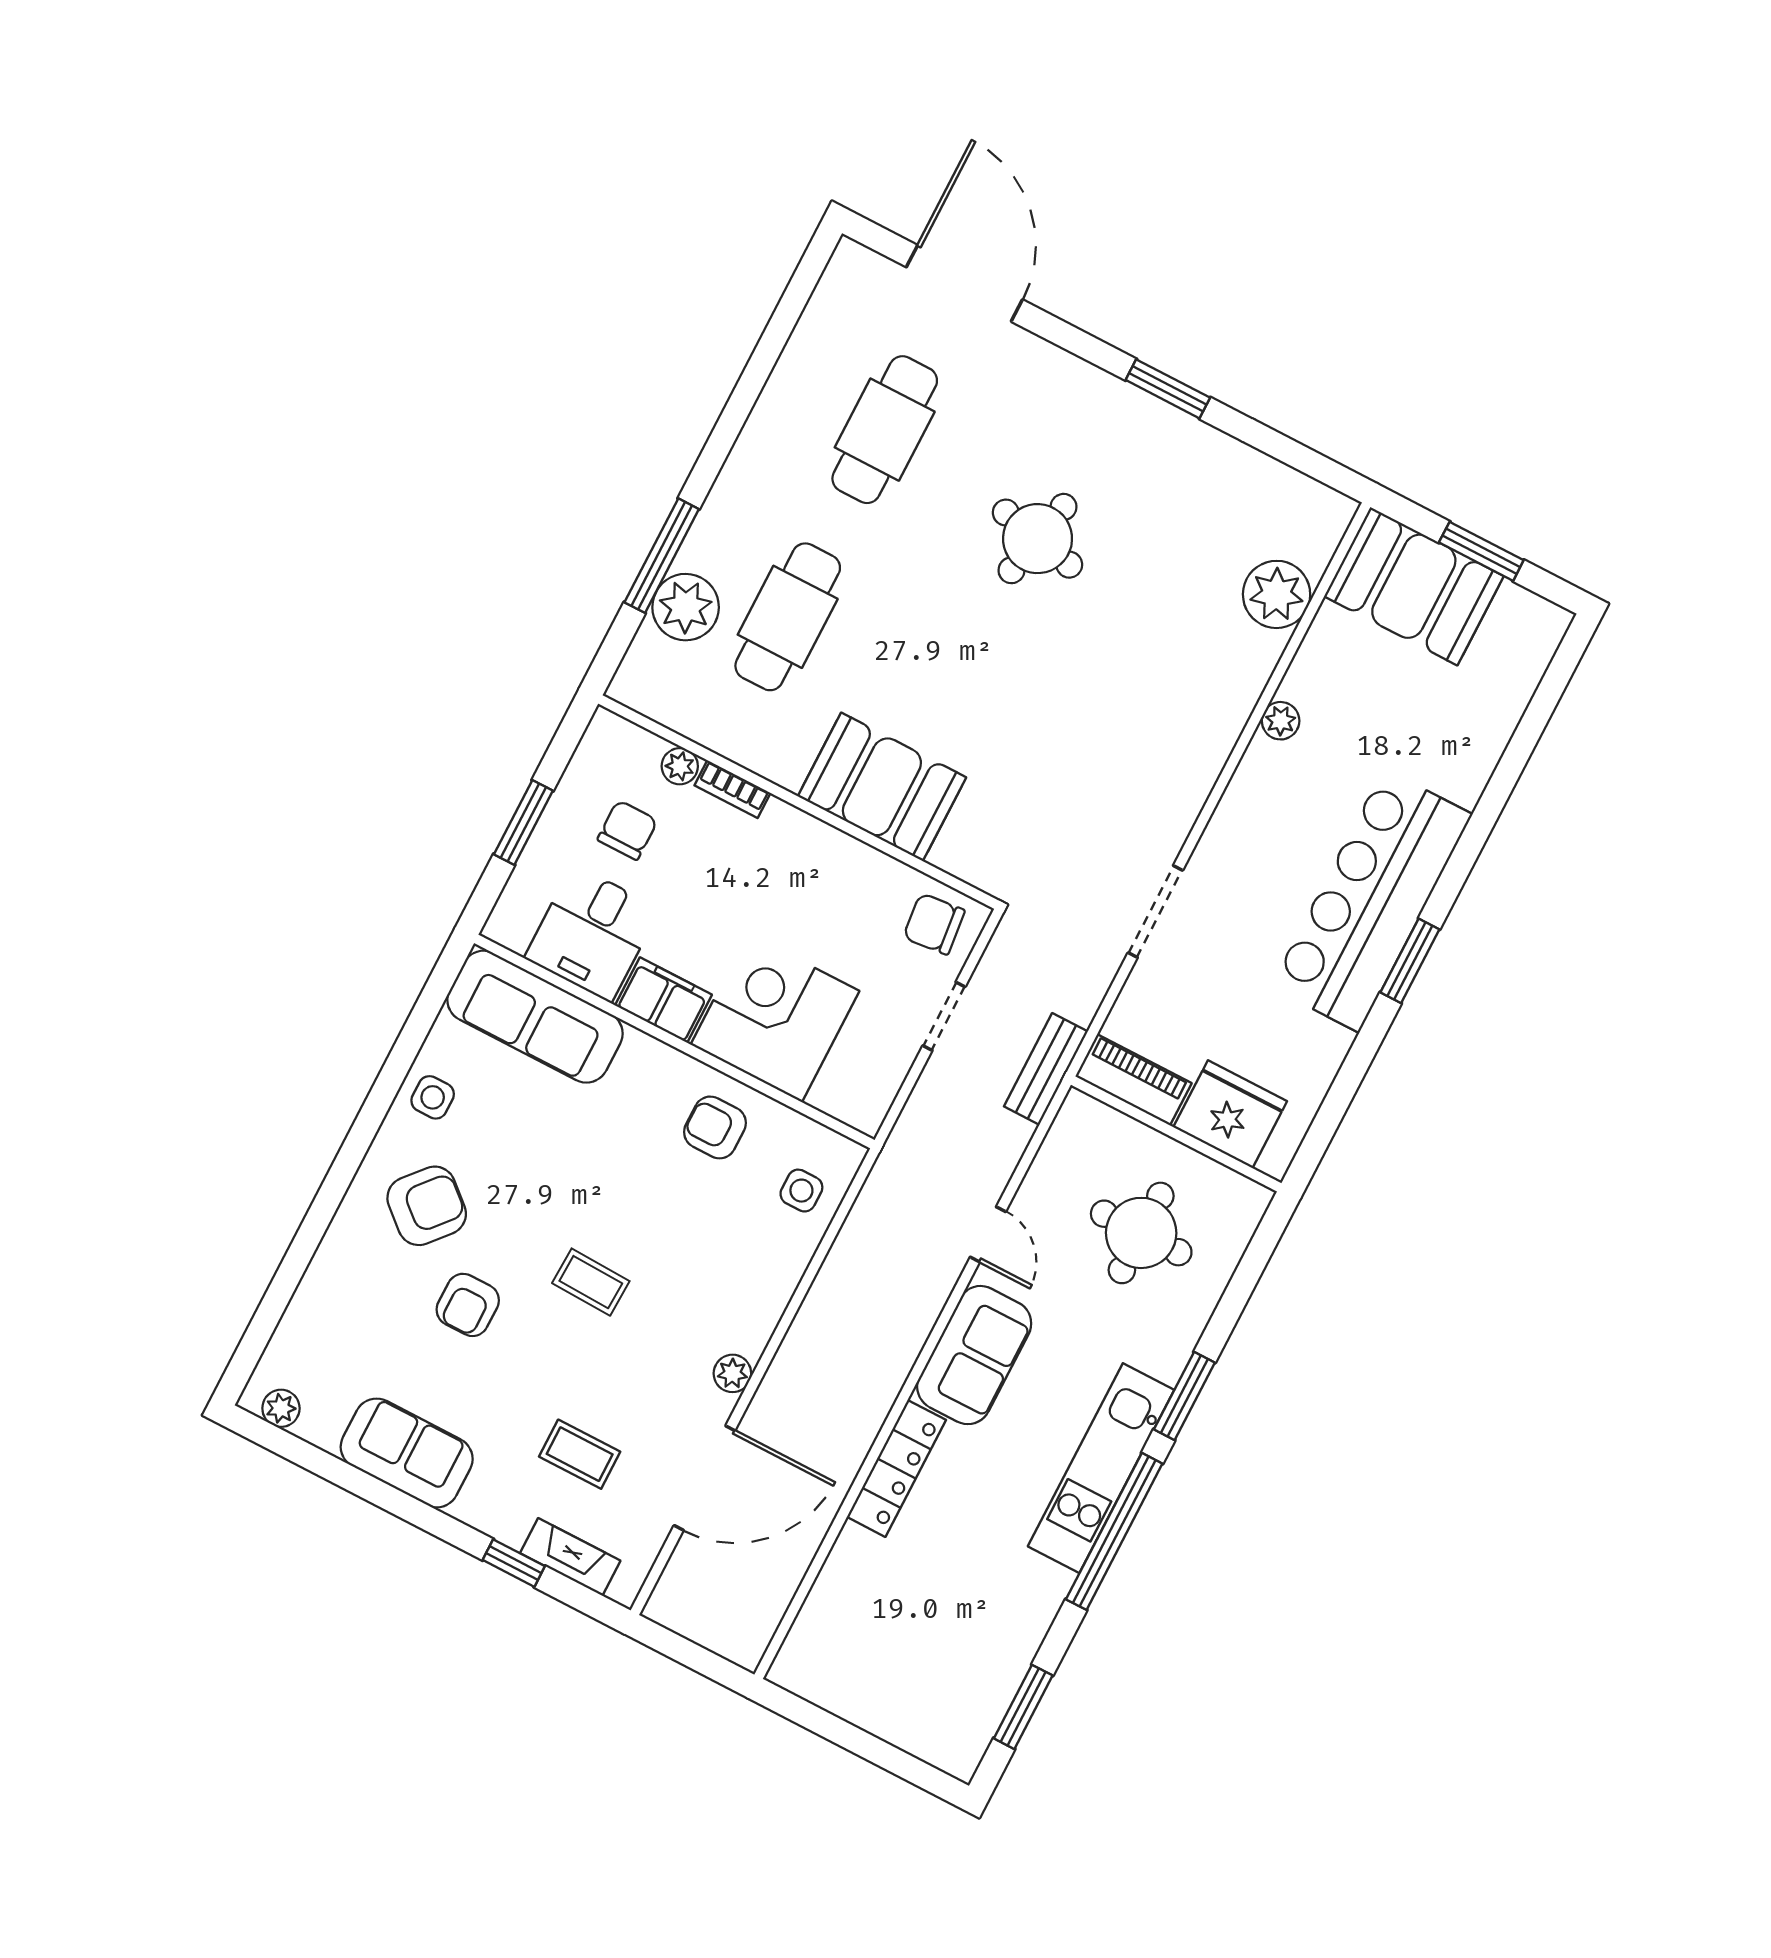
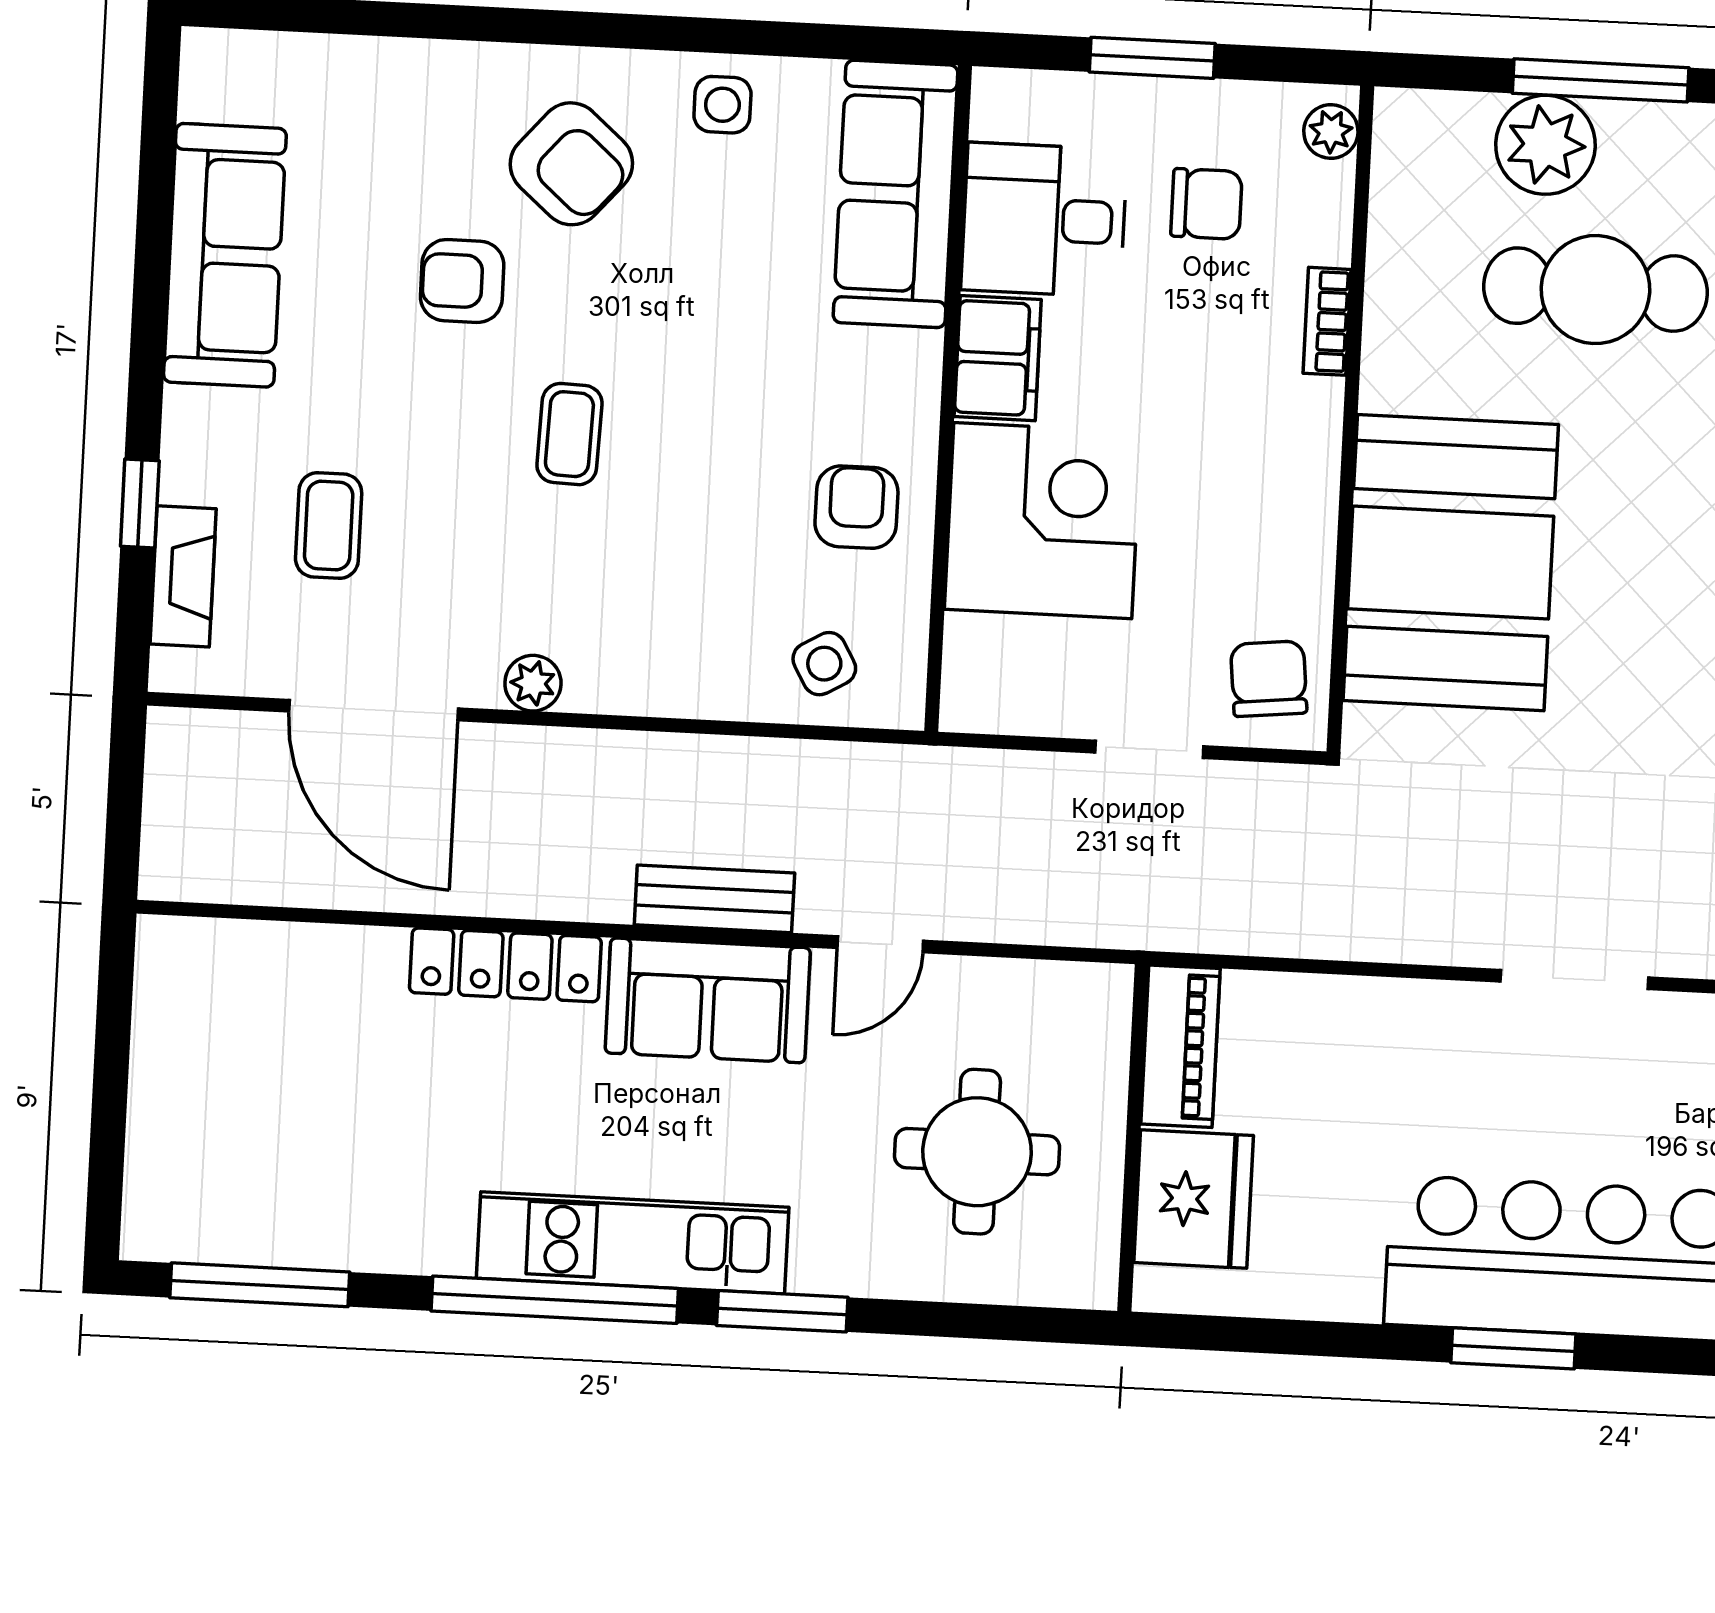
plant: (680, 766) -> (1331, 132), moved
booth: (882, 787) -> (1451, 563), width x1.36, depth x1.42
doorway: (1155, 912) -> (1574, 979), moved
bench: (1046, 1069) -> (714, 899), moved
side table: (801, 1191) -> (824, 664), turned -30
plant: (281, 1408) -> (206, 91), removed
sofa: (407, 1453) -> (225, 255), width x1.36
window: (1023, 1707) -> (260, 1285), width x1.44

